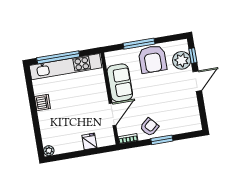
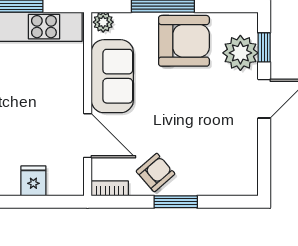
plant: (111, 57) -> (103, 22), added
armchair: (152, 59) -> (184, 41), turned -90
door: (113, 114) -> (88, 136), hinge flipped

